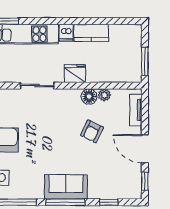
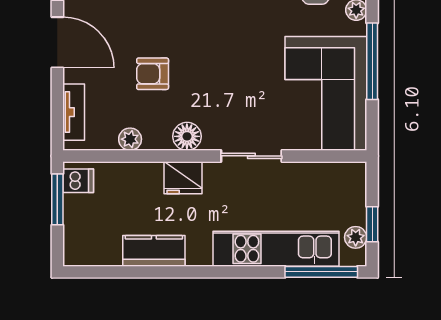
dishwasher: (66, 33) -> (78, 181), moved, turned 90
floor lamp: (89, 97) -> (187, 136), moved
armchair: (92, 131) -> (153, 74), turned -116

